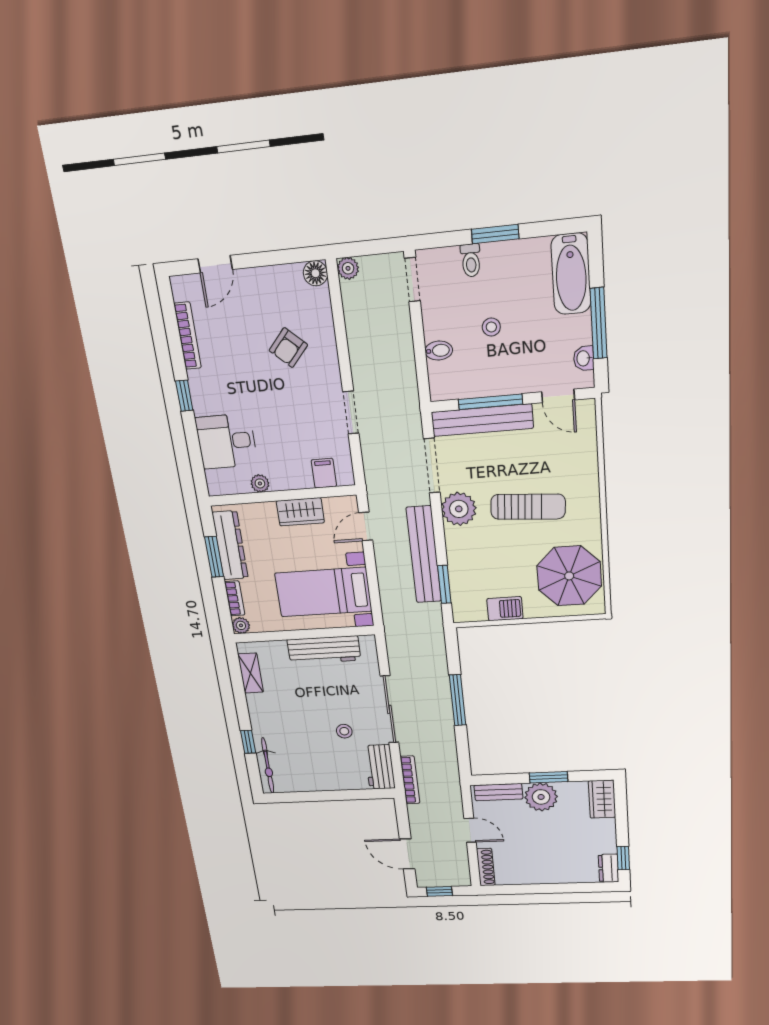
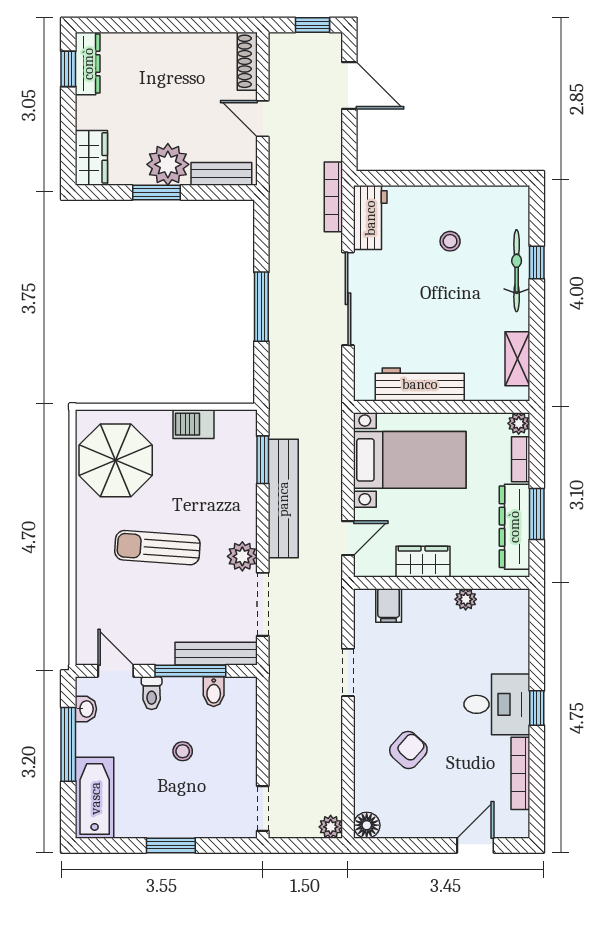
toilet: (471, 260) -> (152, 693), moved, turned 180
bidet: (439, 351) -> (214, 692), moved, turned -90
bench: (482, 420) -> (216, 654), width x0.73, depth x0.82
desk: (226, 441) -> (497, 704), moved
plant: (459, 509) -> (242, 556), width x0.73, depth x0.73
stool: (344, 731) -> (450, 241), moved
bicycle: (268, 766) -> (517, 271), moved
dresser: (609, 868) -> (88, 64), width x1.44

